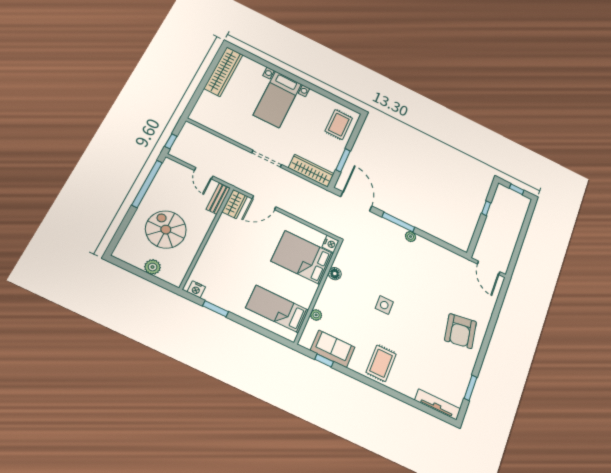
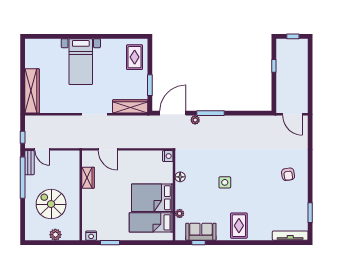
wardrobe: (223, 72) -> (32, 91), moved
door: (204, 173) -> (42, 149), moved
bench: (218, 199) -> (29, 163), moved
door: (356, 201) -> (173, 113), hinge flipped
door: (264, 203) -> (108, 149), hinge flipped
wardrobe: (235, 204) -> (88, 178), moved
plant: (411, 237) -> (195, 120), moved
bed: (302, 257) -> (152, 198), moved
armchair: (461, 331) -> (288, 174), width x0.53, depth x0.53

